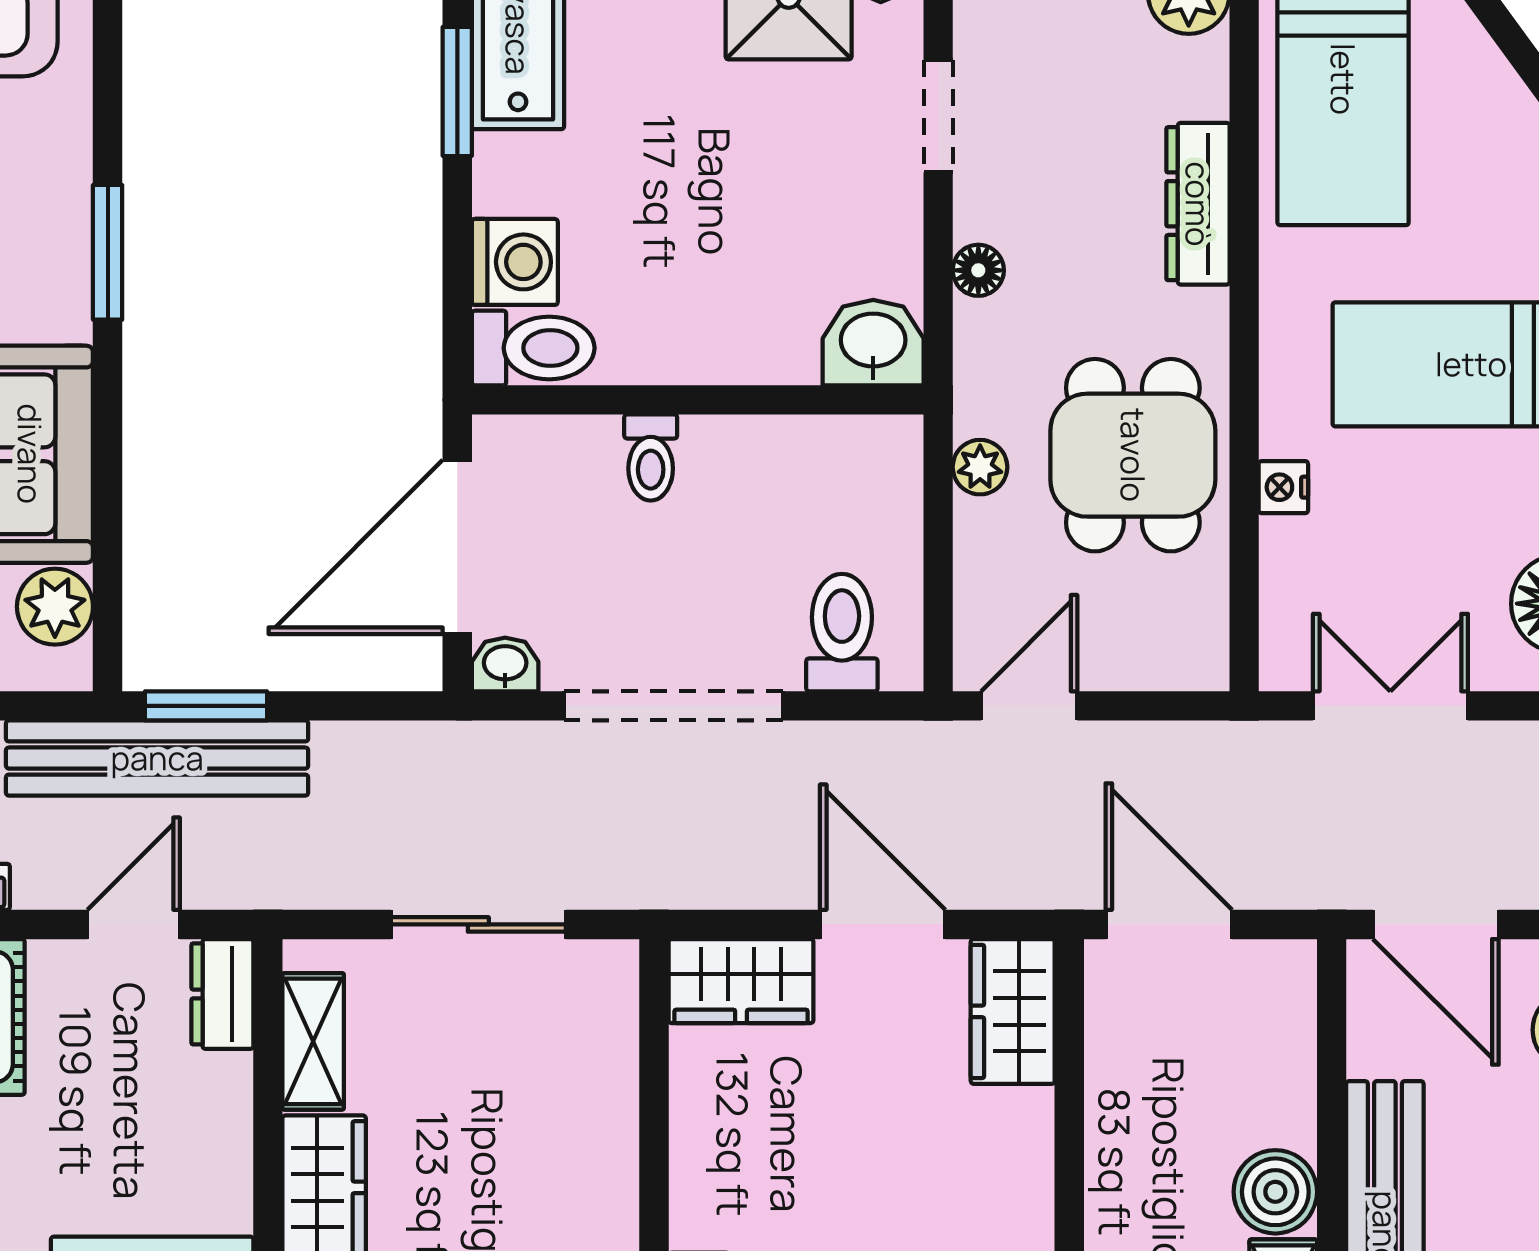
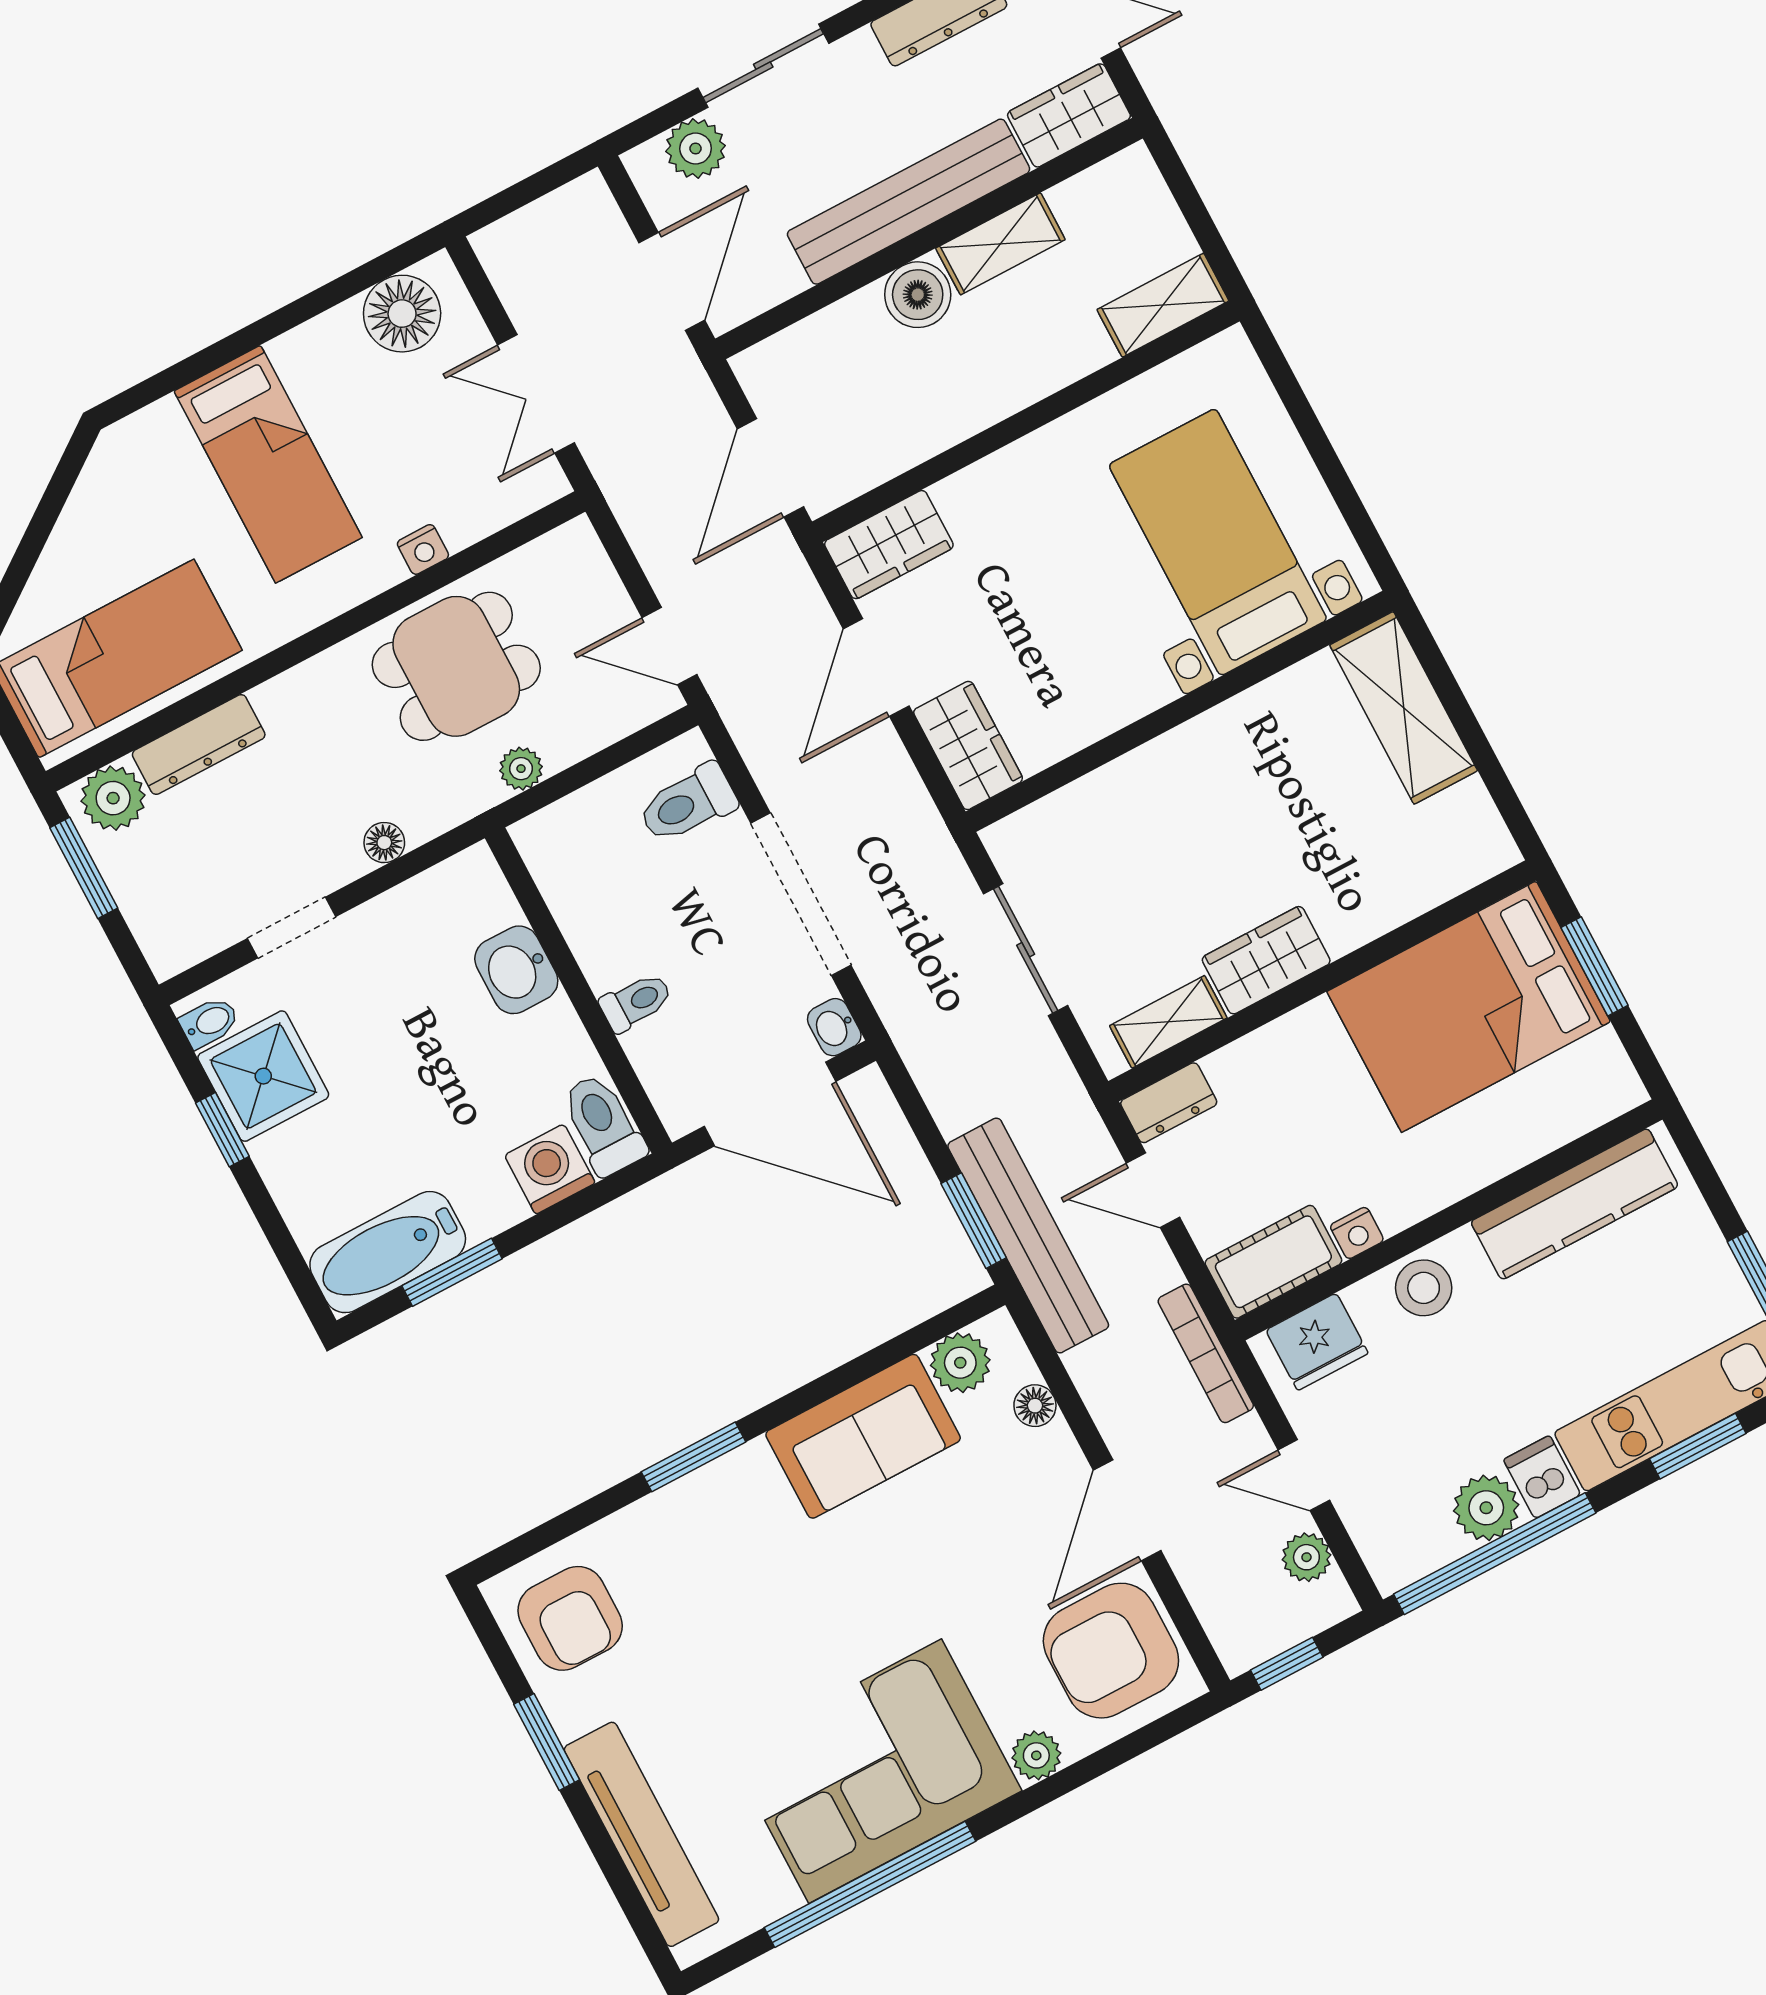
dresser: (1198, 204) -> (199, 745), moved
washbasin: (873, 343) -> (516, 970), moved

